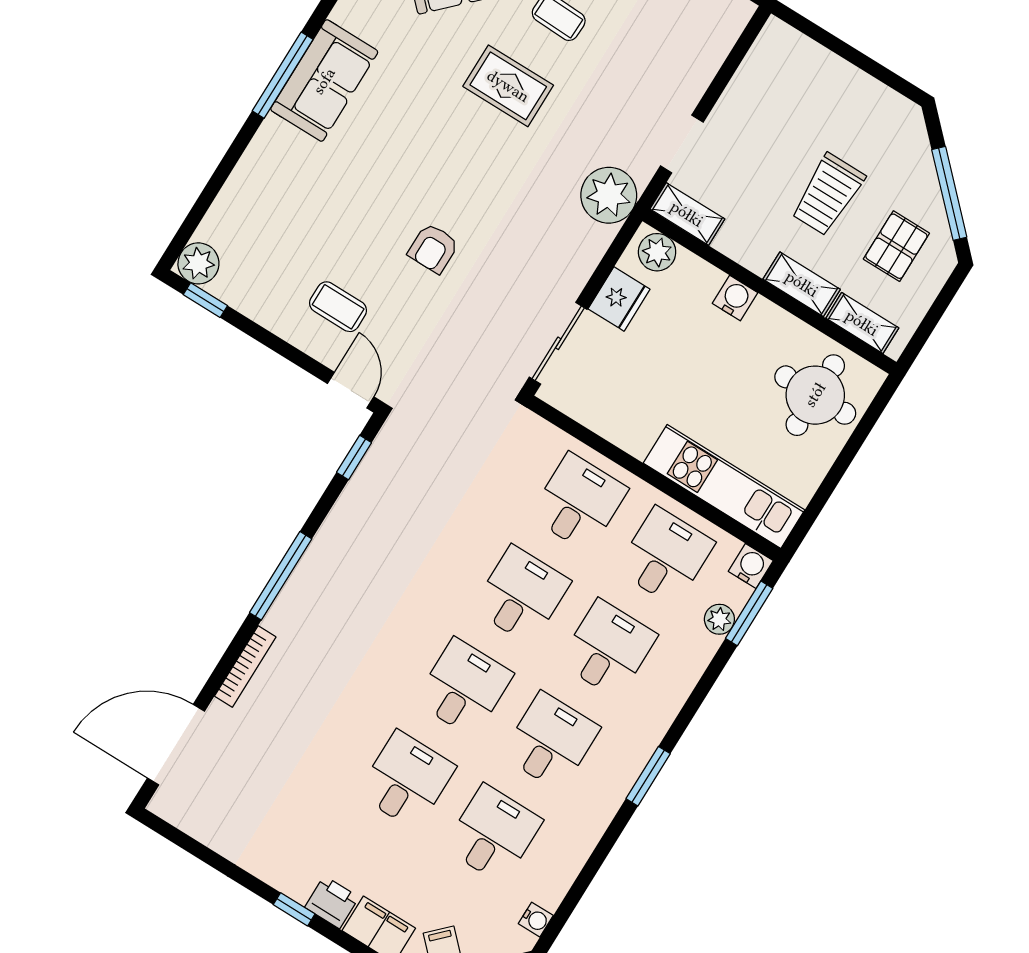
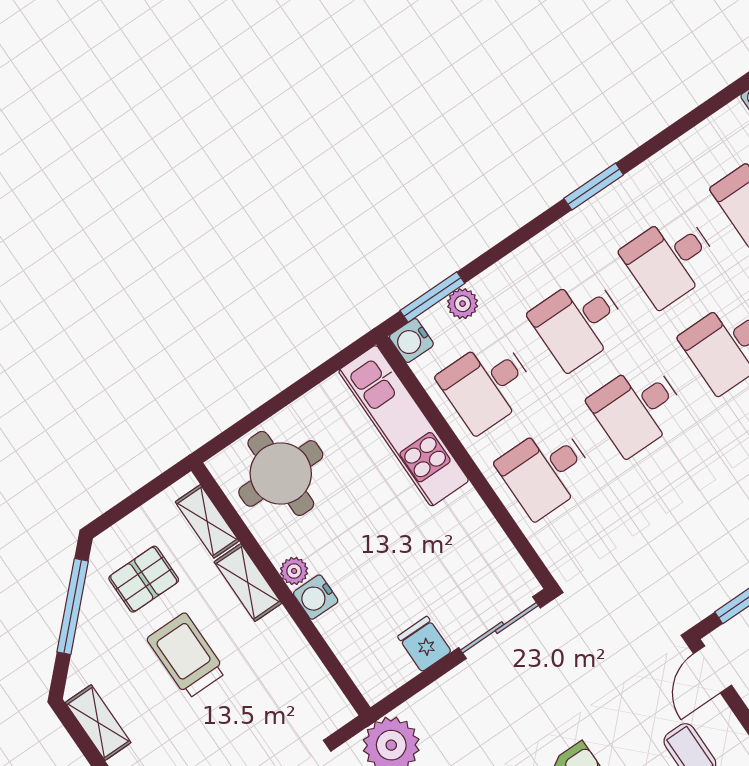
trolley: (828, 195) -> (186, 656), turned -90
shelving: (687, 214) -> (98, 723), moved
plant: (657, 252) -> (294, 571), moved, width x0.73, depth x0.73
fridge: (619, 299) -> (424, 644), width x0.72

